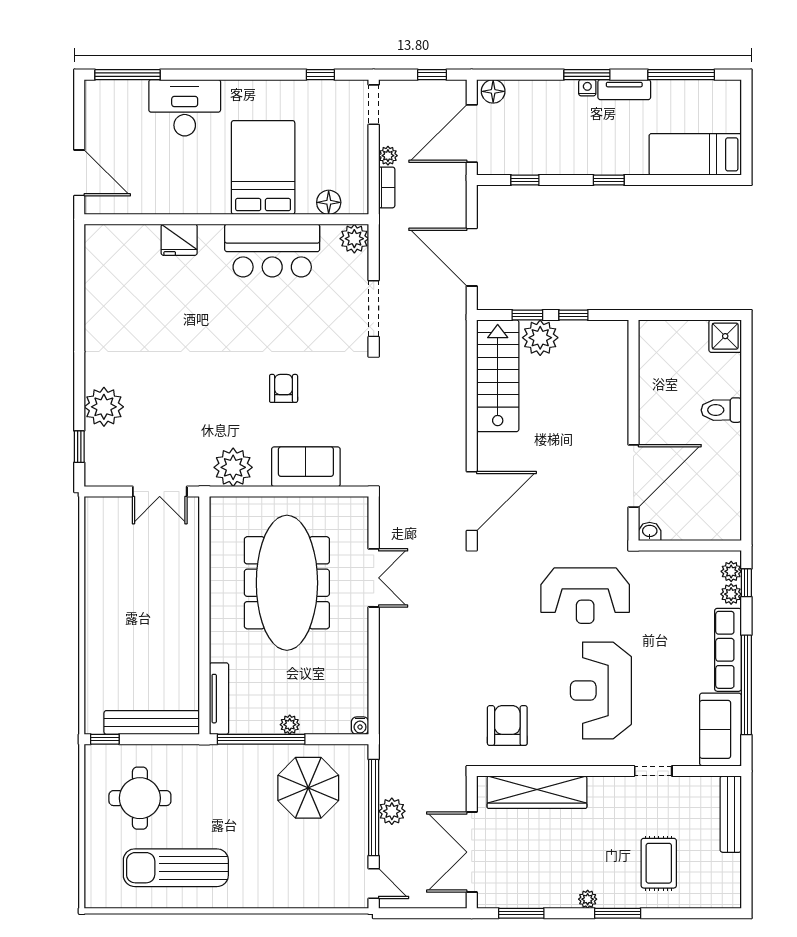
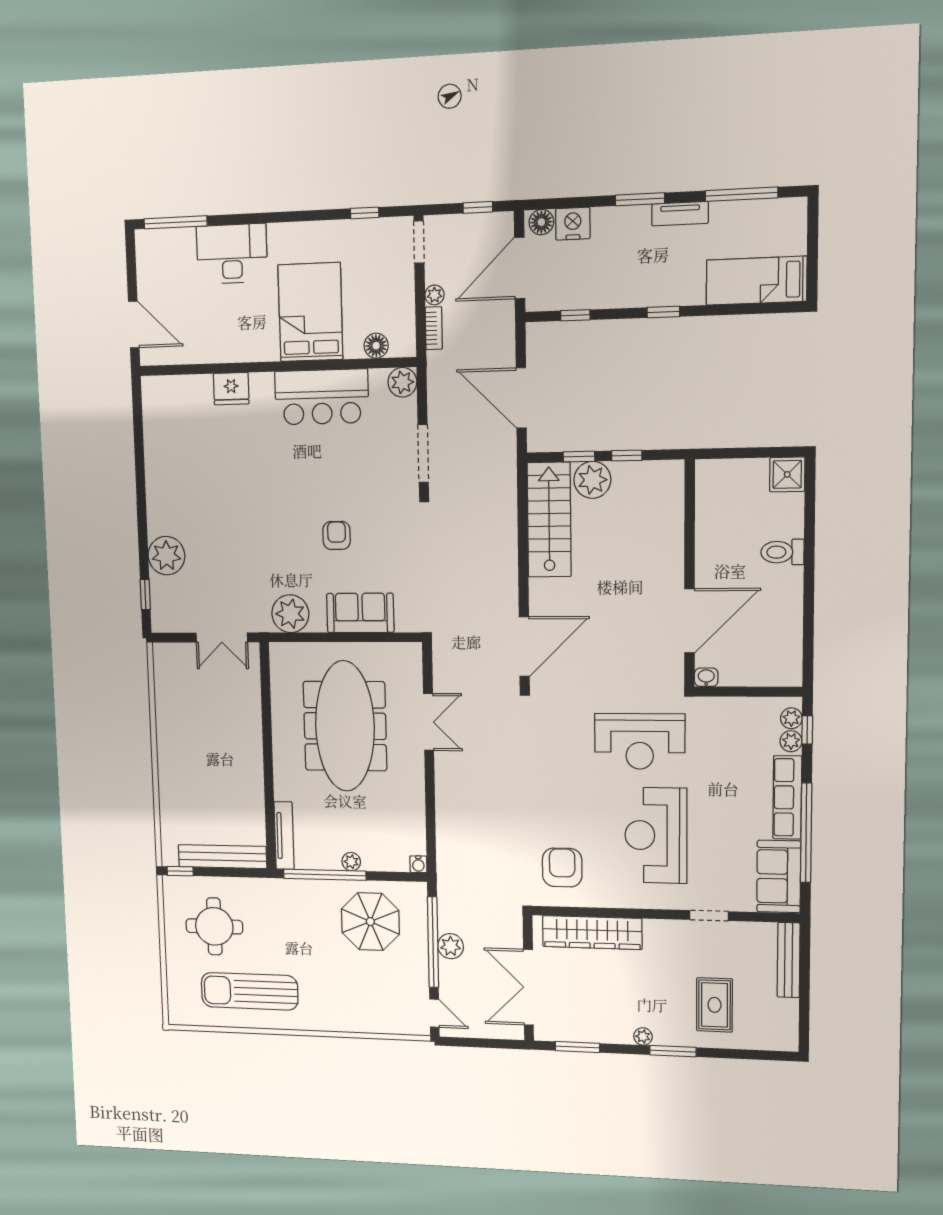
nightstand: (587, 88) -> (573, 224), moved, width x1.89, depth x1.79

